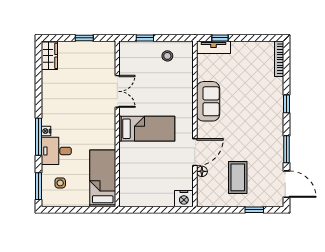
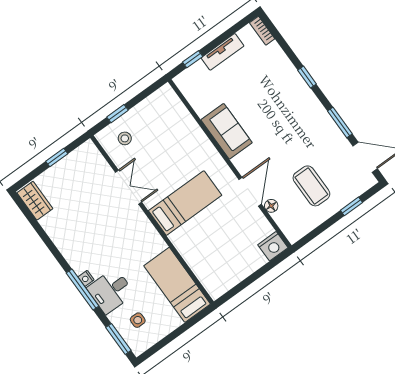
tv unit: (213, 47) -> (222, 52), moved
stool: (167, 56) -> (125, 138), moved
bookcase: (279, 59) -> (262, 31), width x0.64

